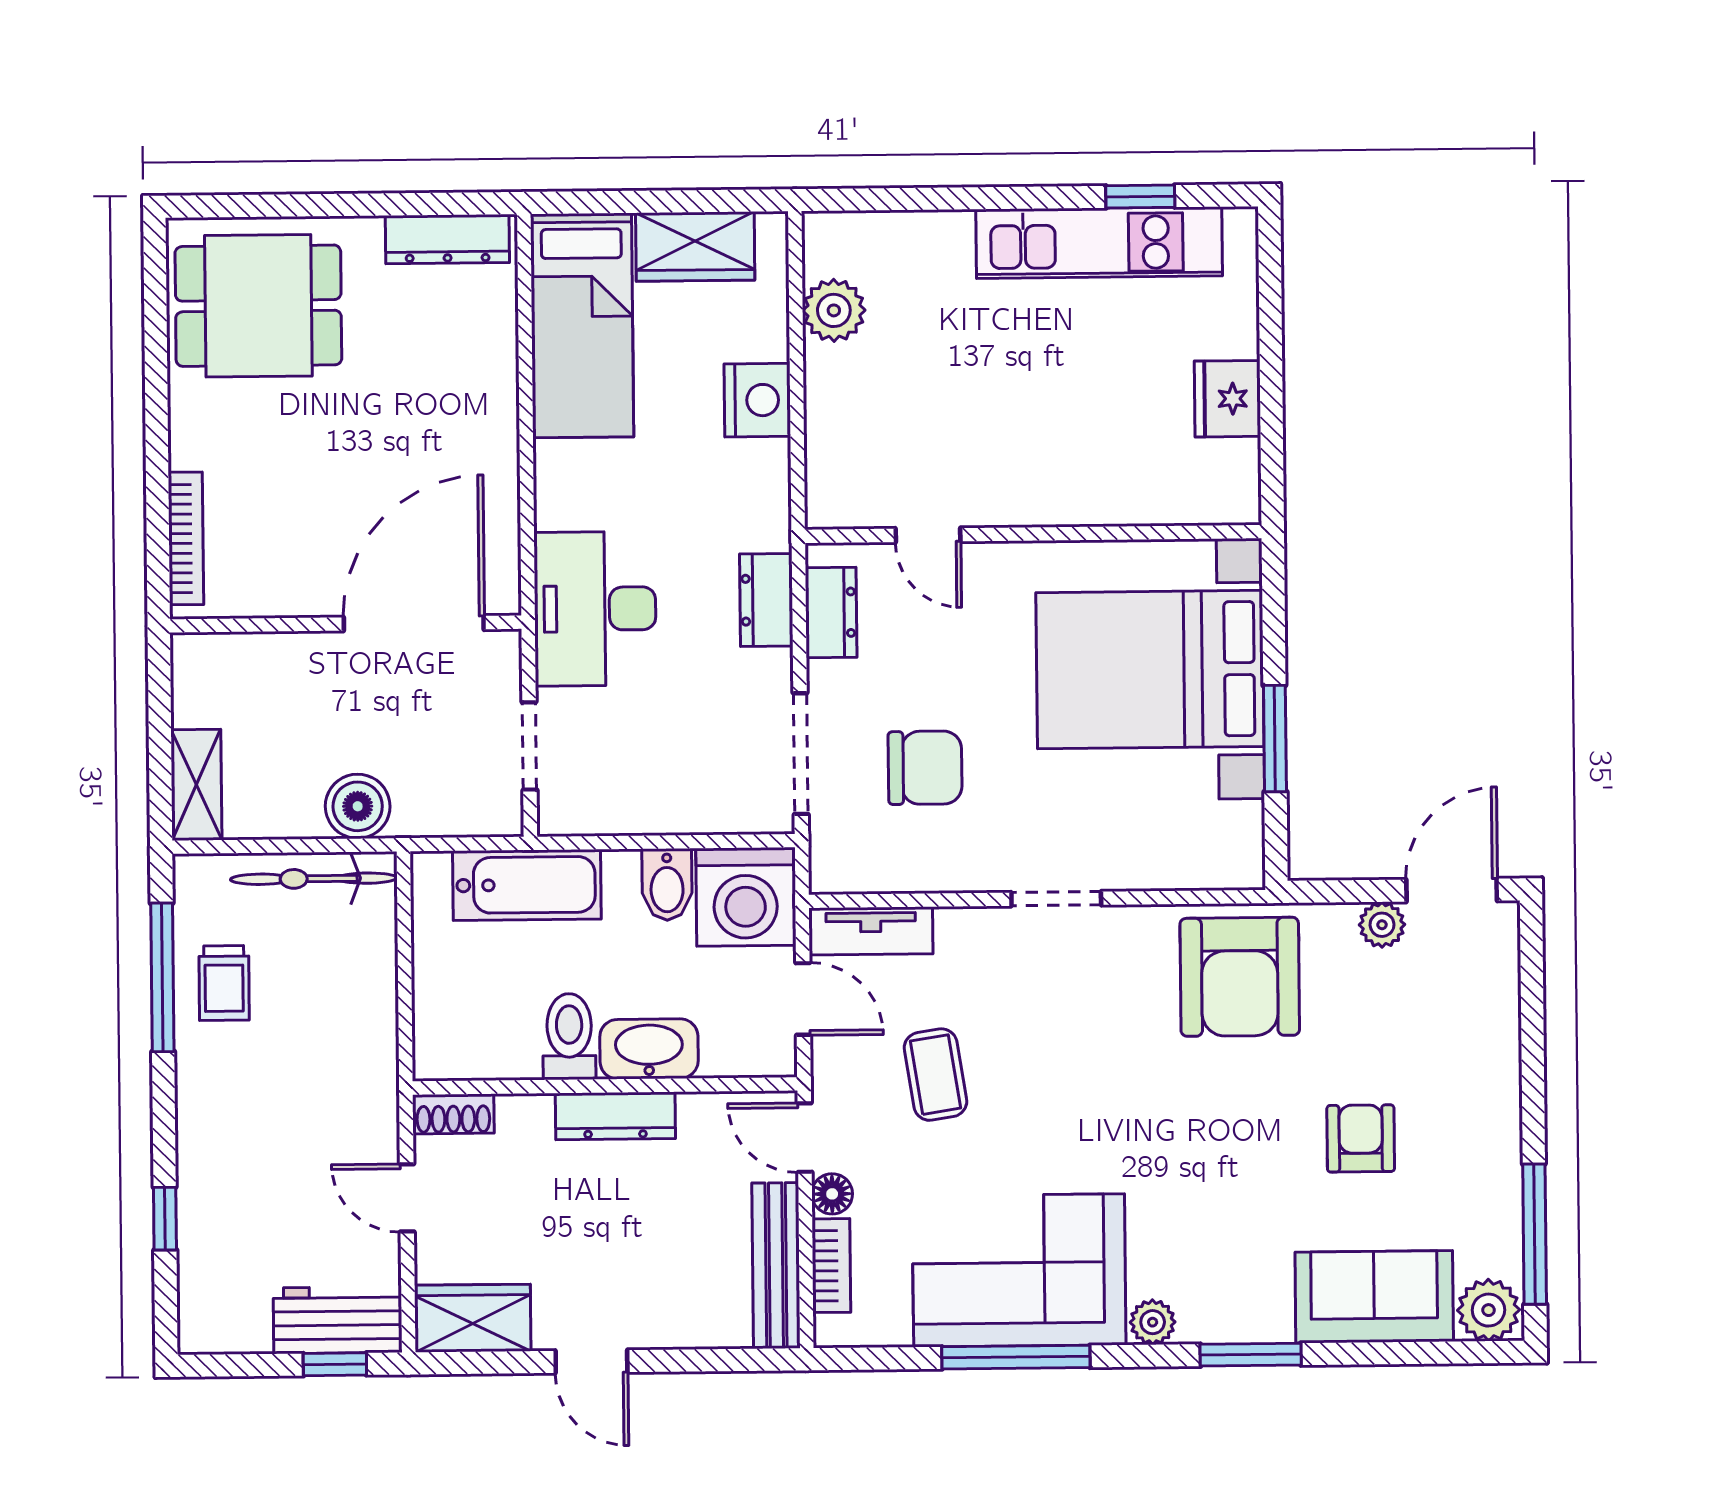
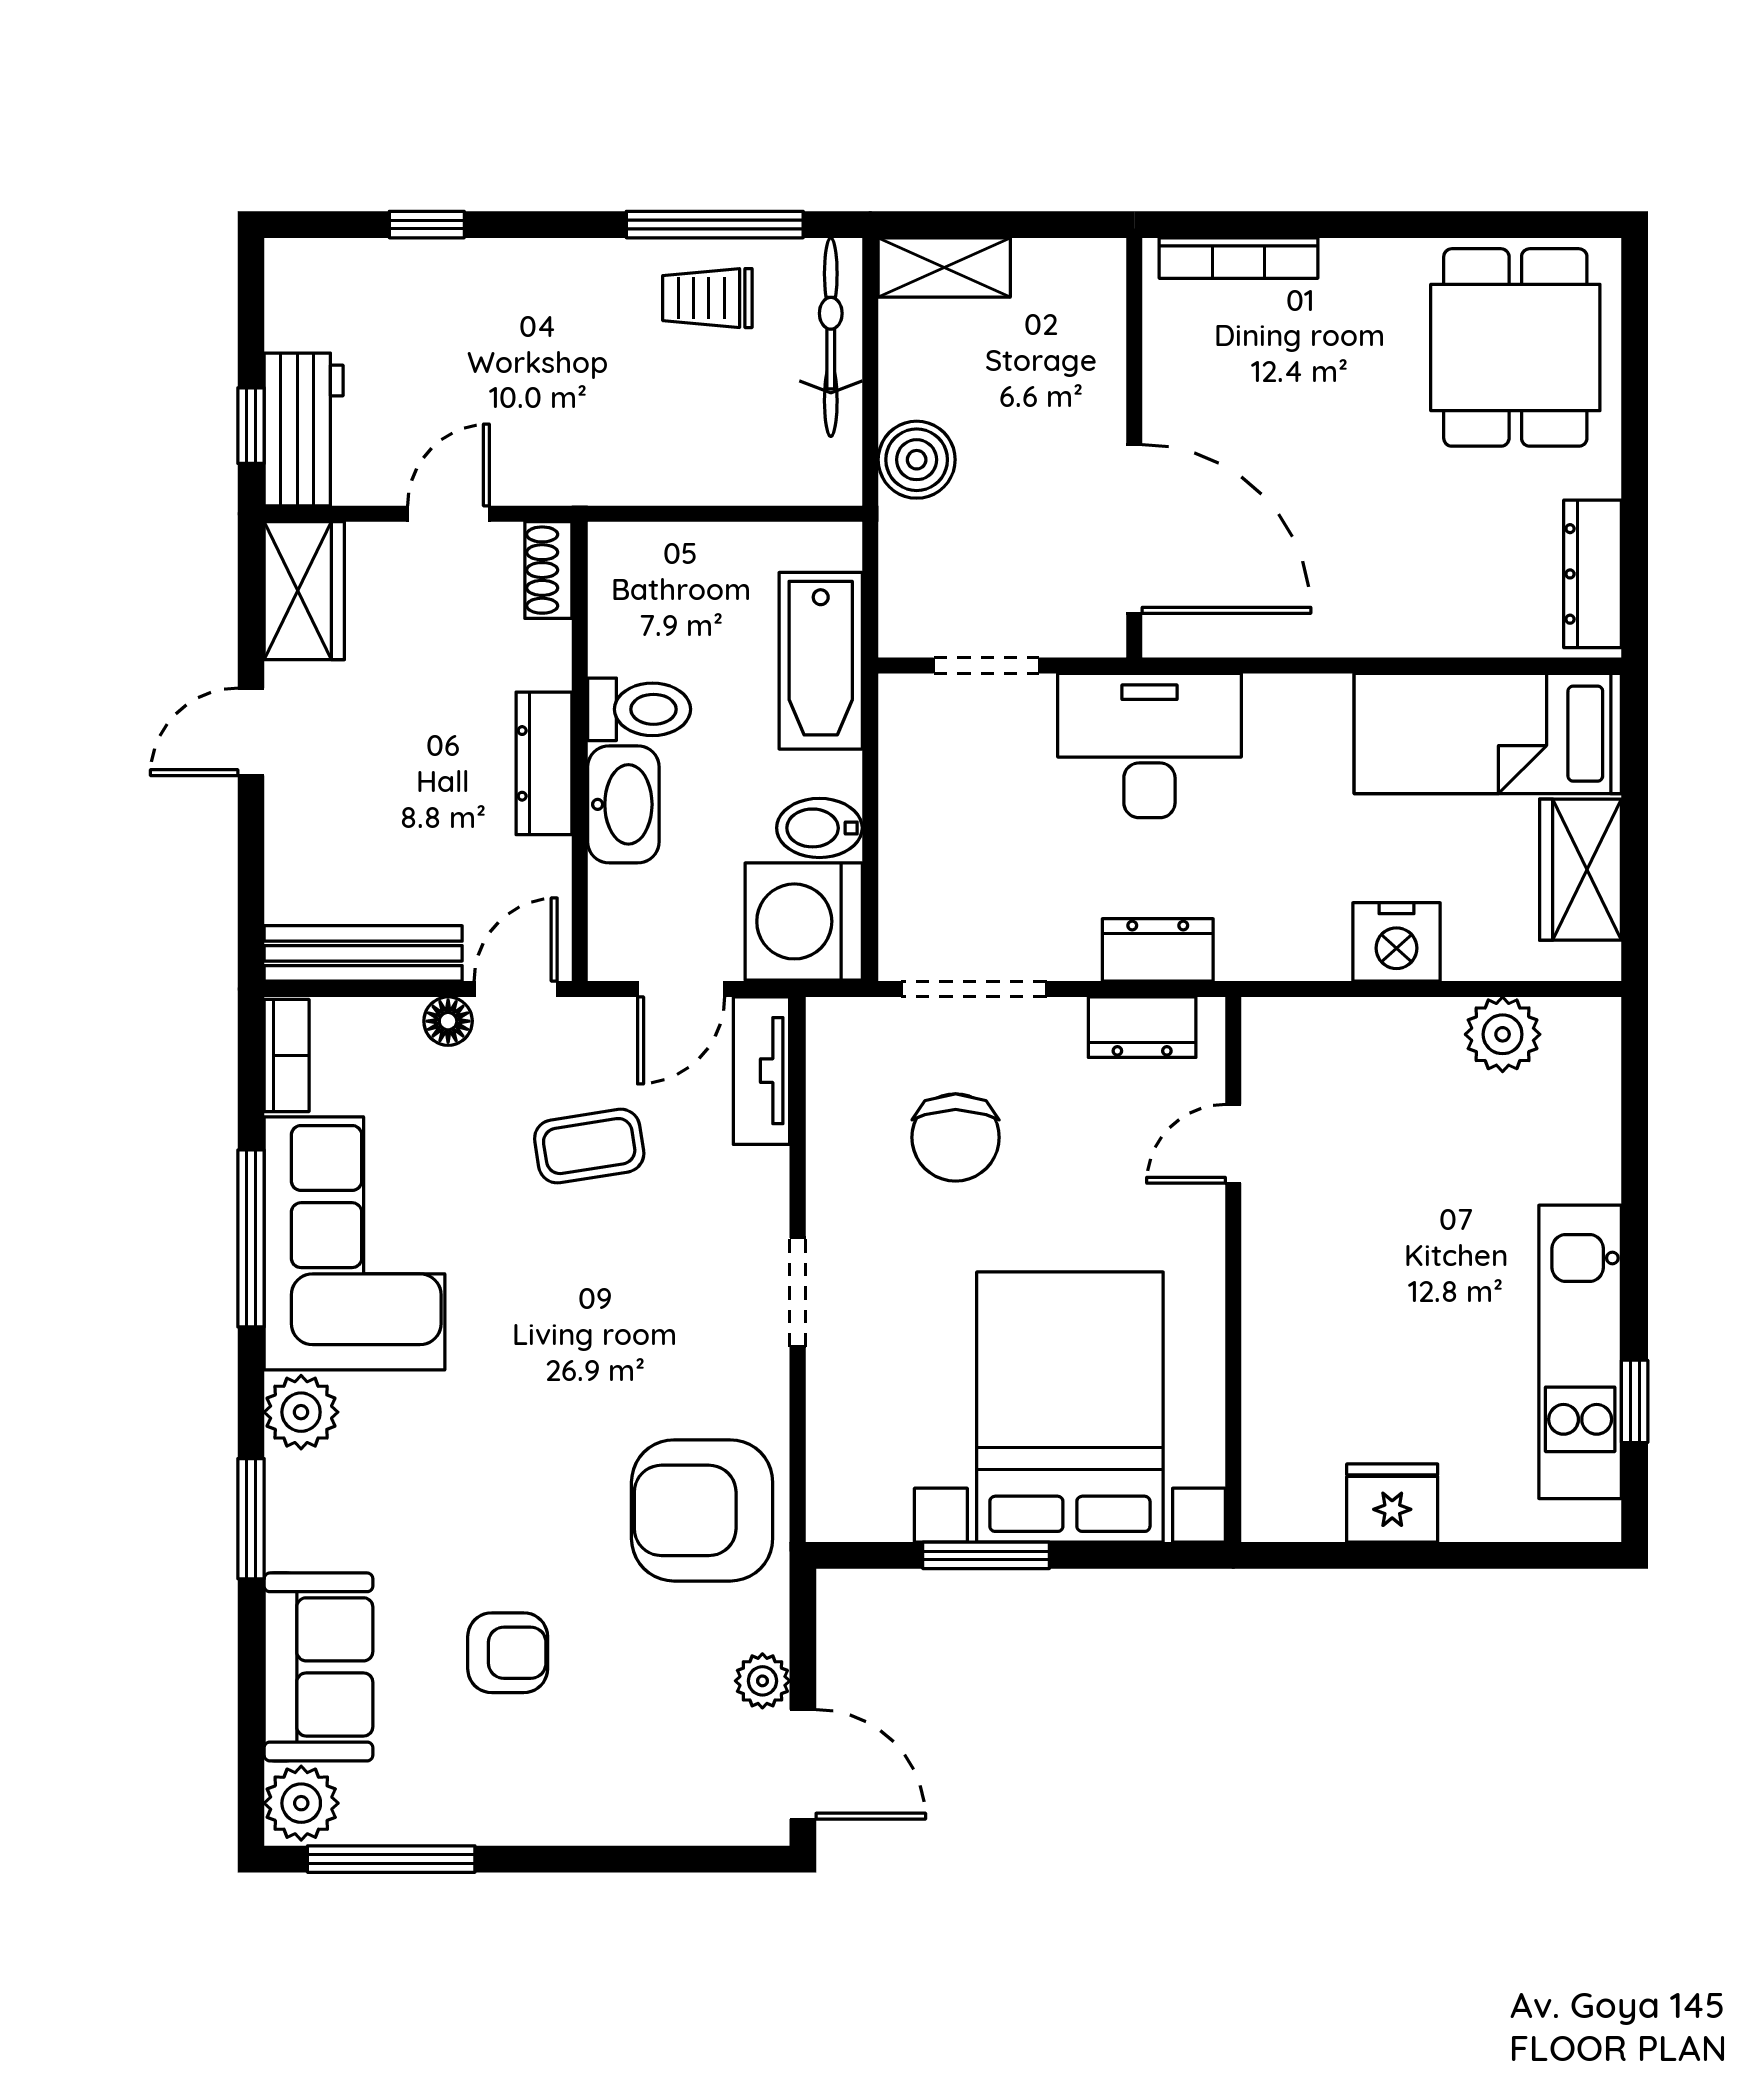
bicycle: (314, 879) -> (831, 337), moved
bookcase: (831, 1266) -> (287, 1055), moved, turned -90
plant: (1153, 1322) -> (301, 1412), width x1.38, depth x1.38

